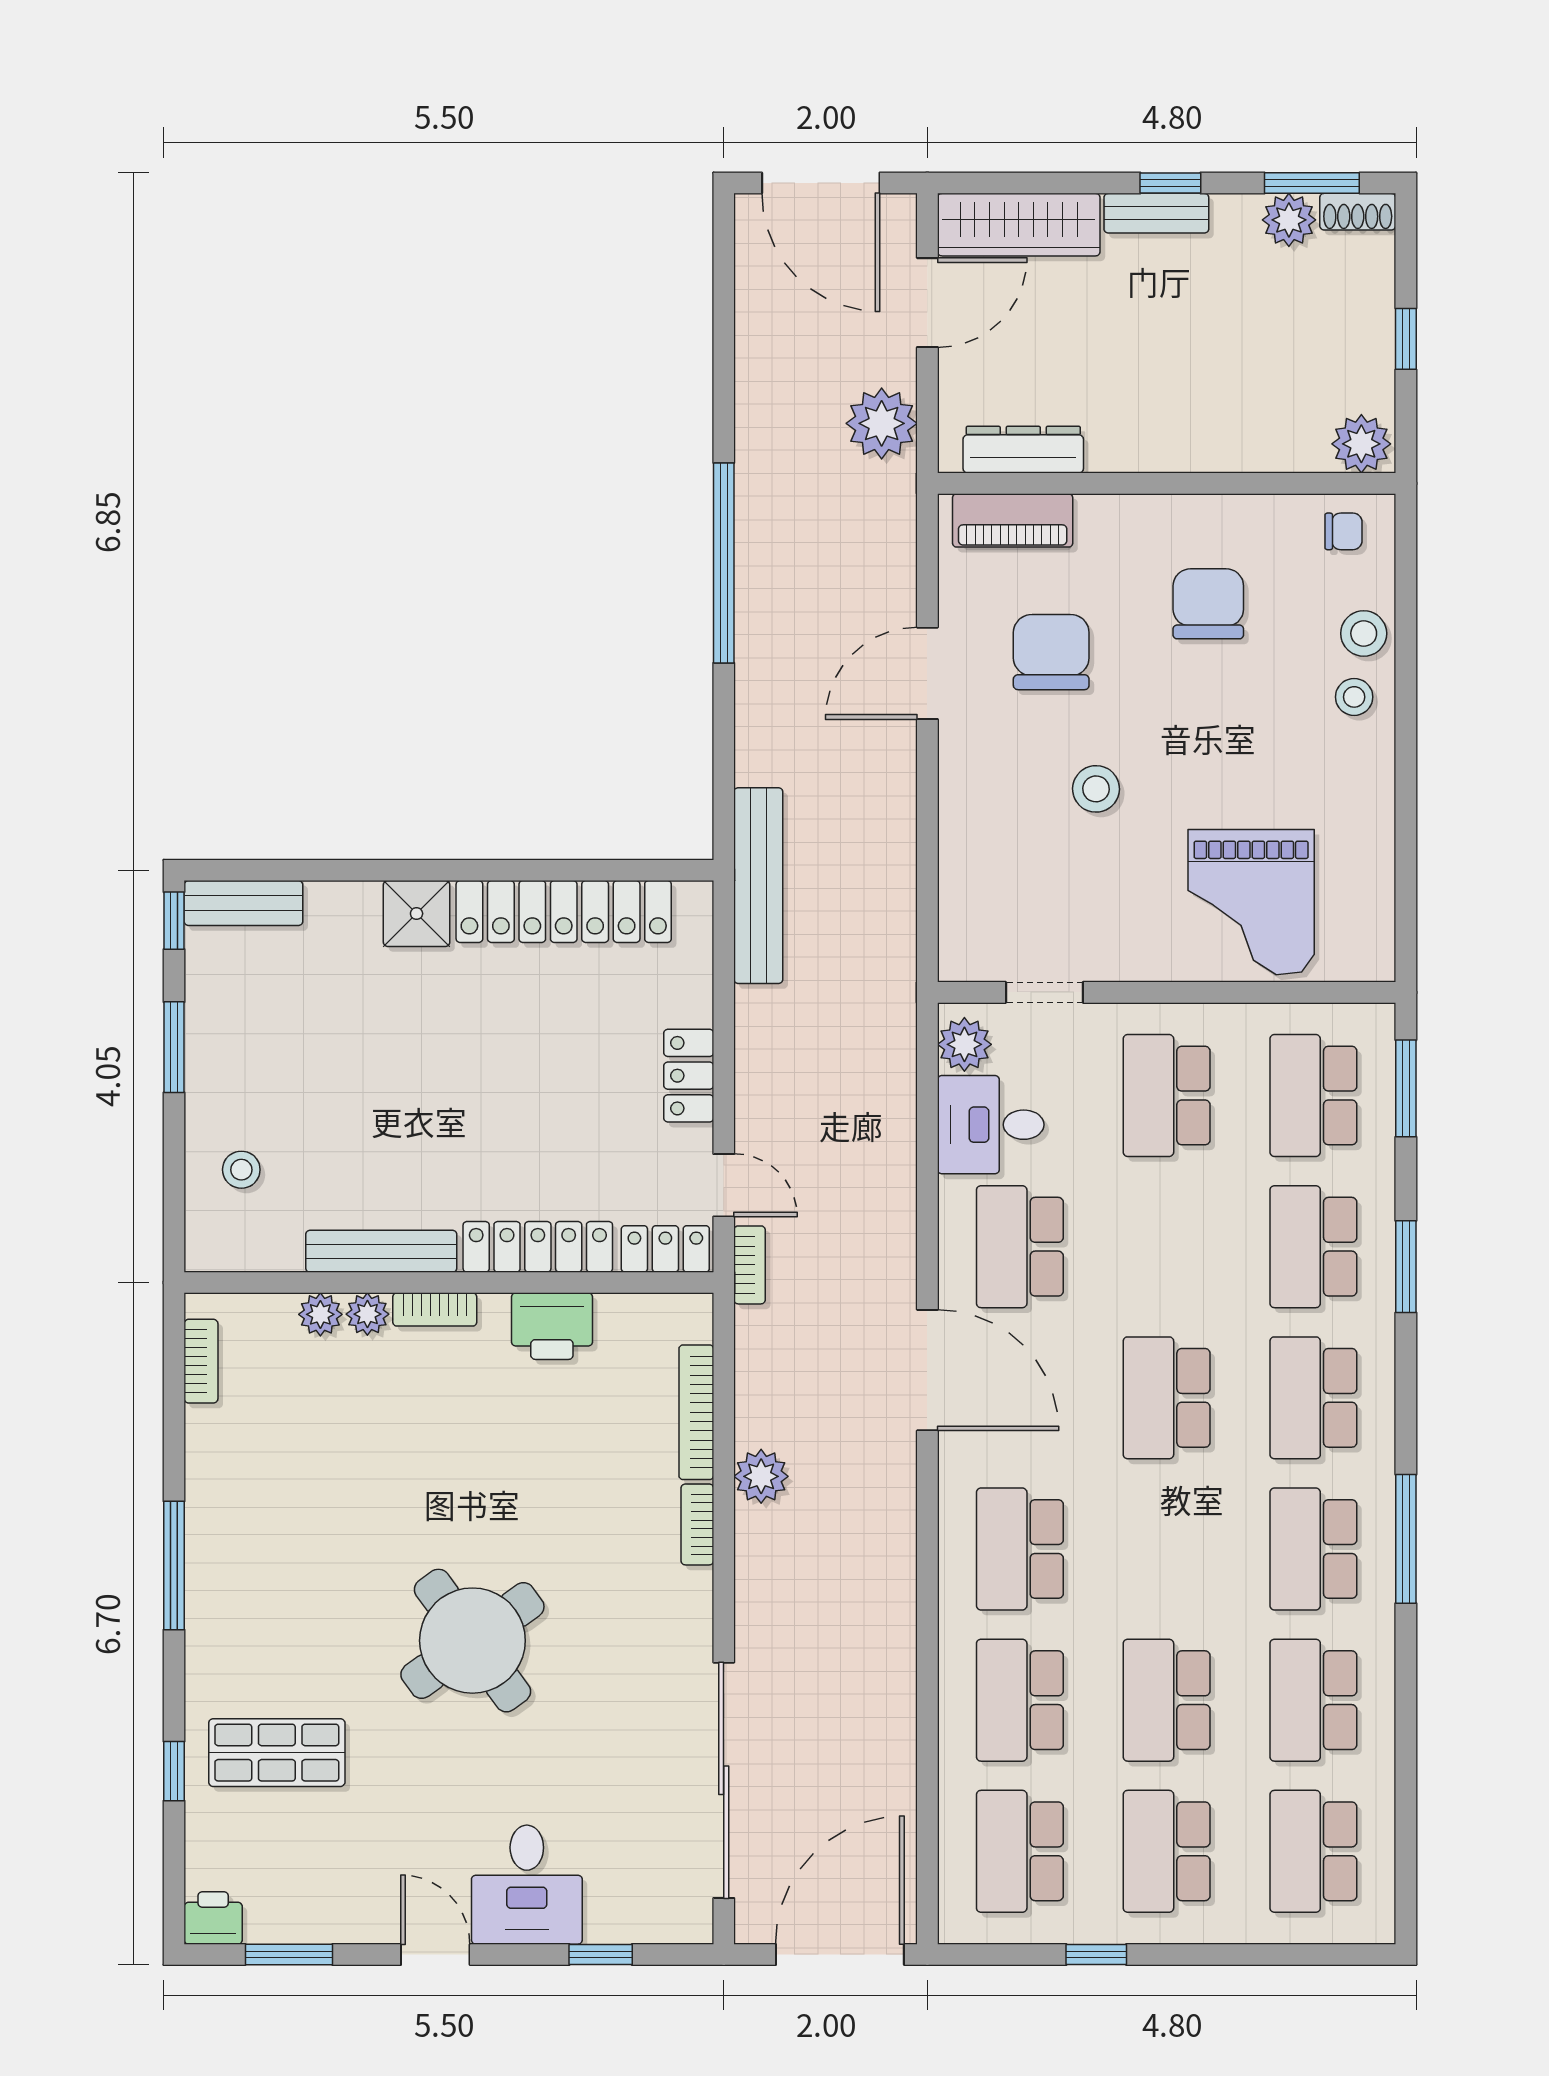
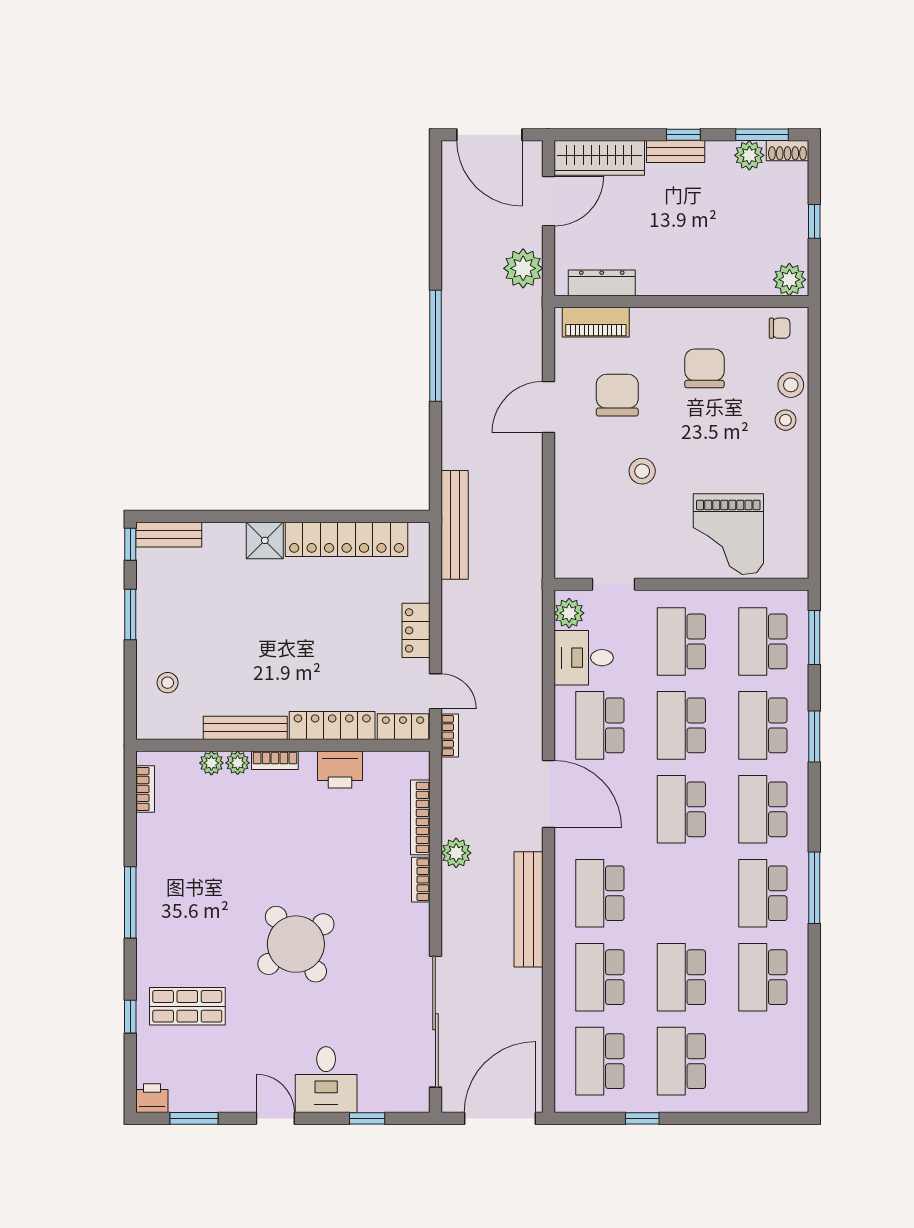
bench: (891, 1578) -> (528, 909), added
school desk: (1313, 1851) -> (681, 725), moved

